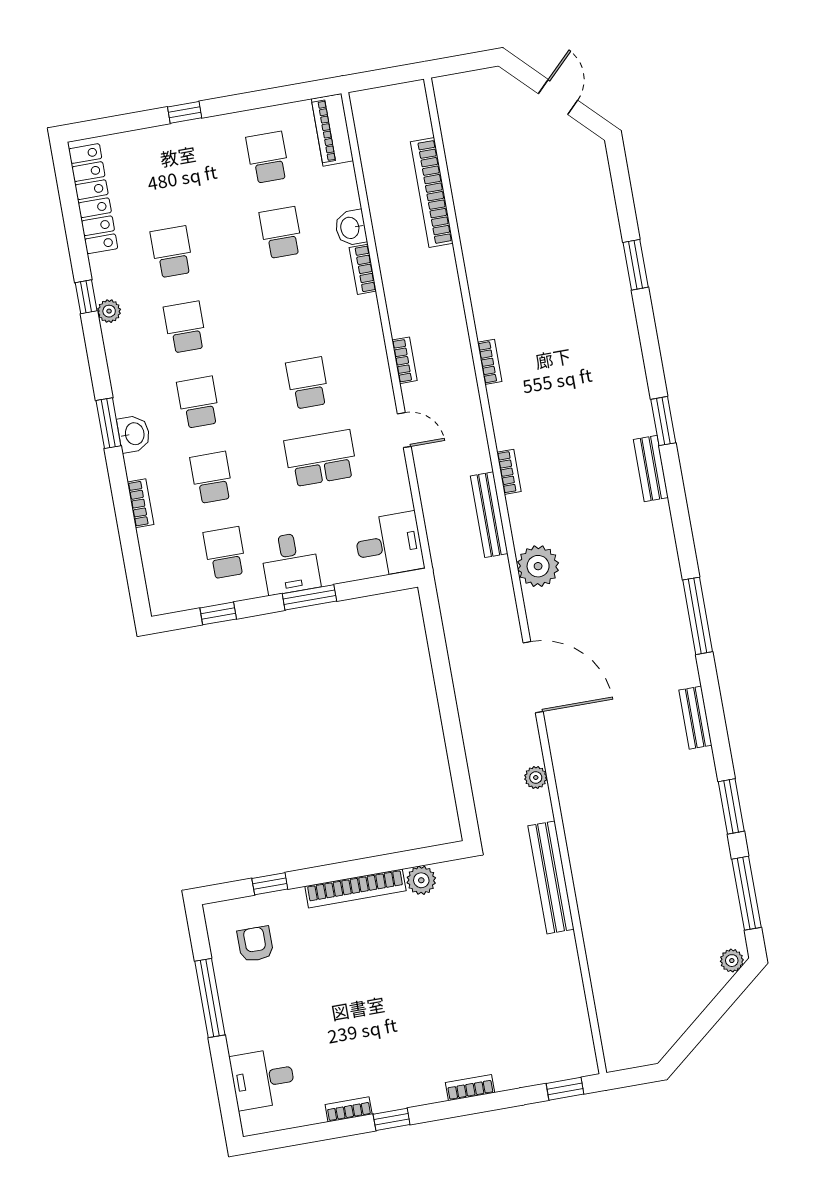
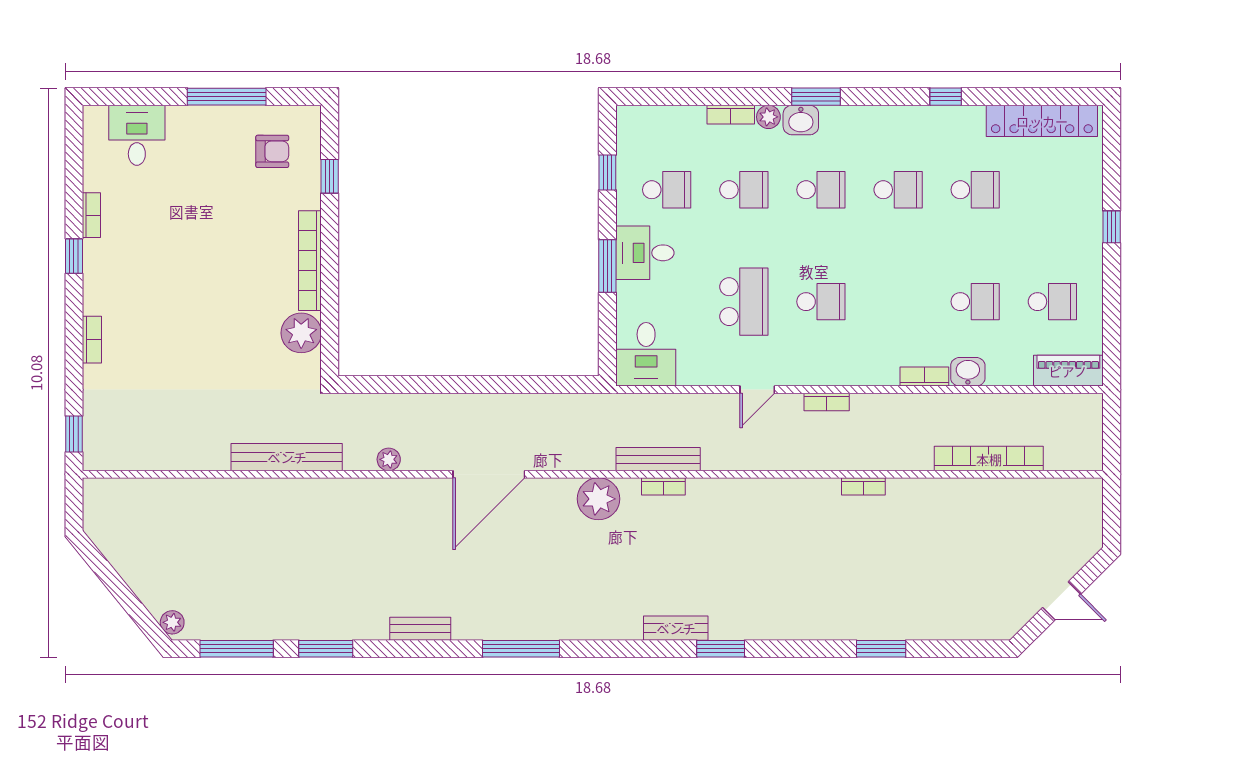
plant: (109, 311) -> (768, 117), moved
bookcase: (490, 362) -> (863, 486), moved
bookcase: (509, 472) -> (663, 486), moved
plant: (421, 880) -> (301, 333), width x1.36, depth x1.36

